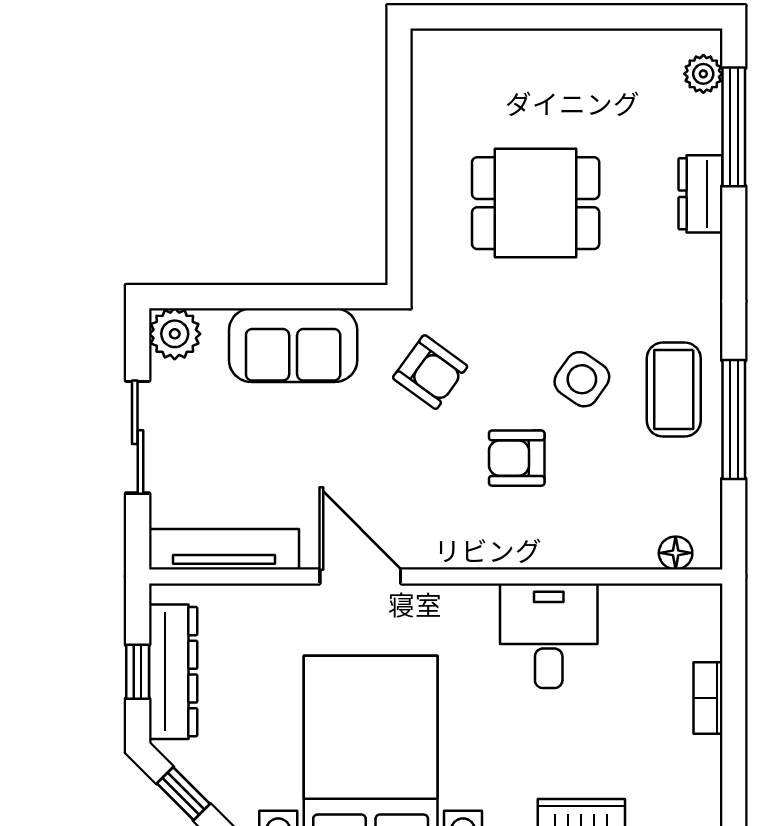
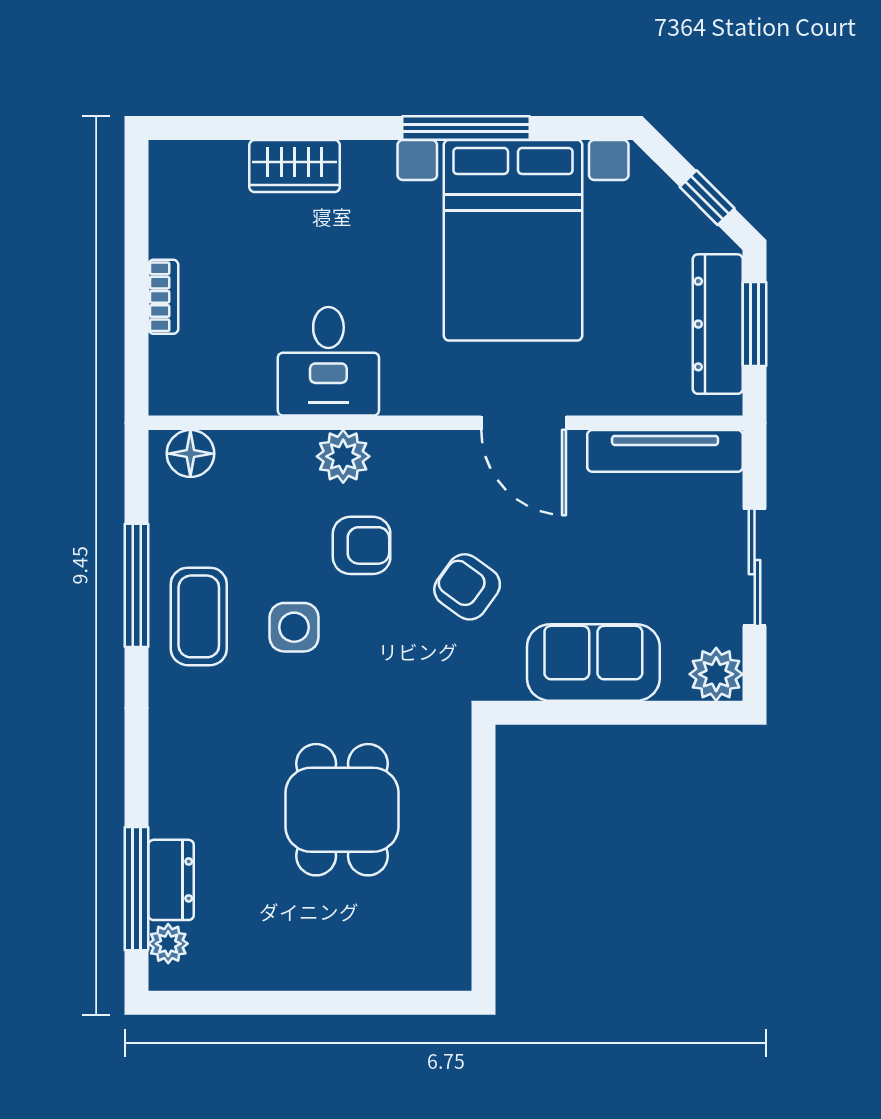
dresser: (701, 194) -> (171, 880), moved
dining table: (536, 203) -> (342, 810), turned 90
armchair: (430, 372) -> (467, 587), moved
side table: (582, 379) -> (294, 627), turned -35
plant: (535, 544) -> (343, 456), added
floor lamp: (676, 553) -> (190, 454), width x1.37, depth x1.37
window: (138, 672) -> (755, 324), width x1.50

